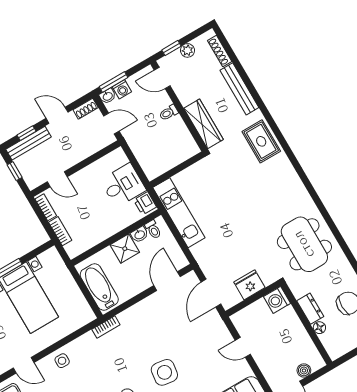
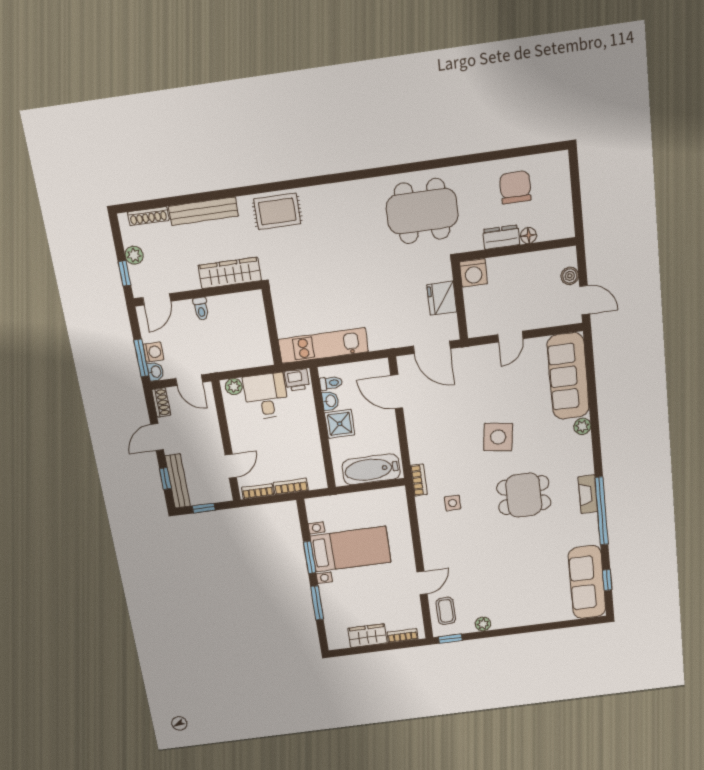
door: (111, 123) -> (189, 380), swing flipped
plant: (120, 158) -> (234, 387), added
side table: (62, 361) -> (452, 503), moved

